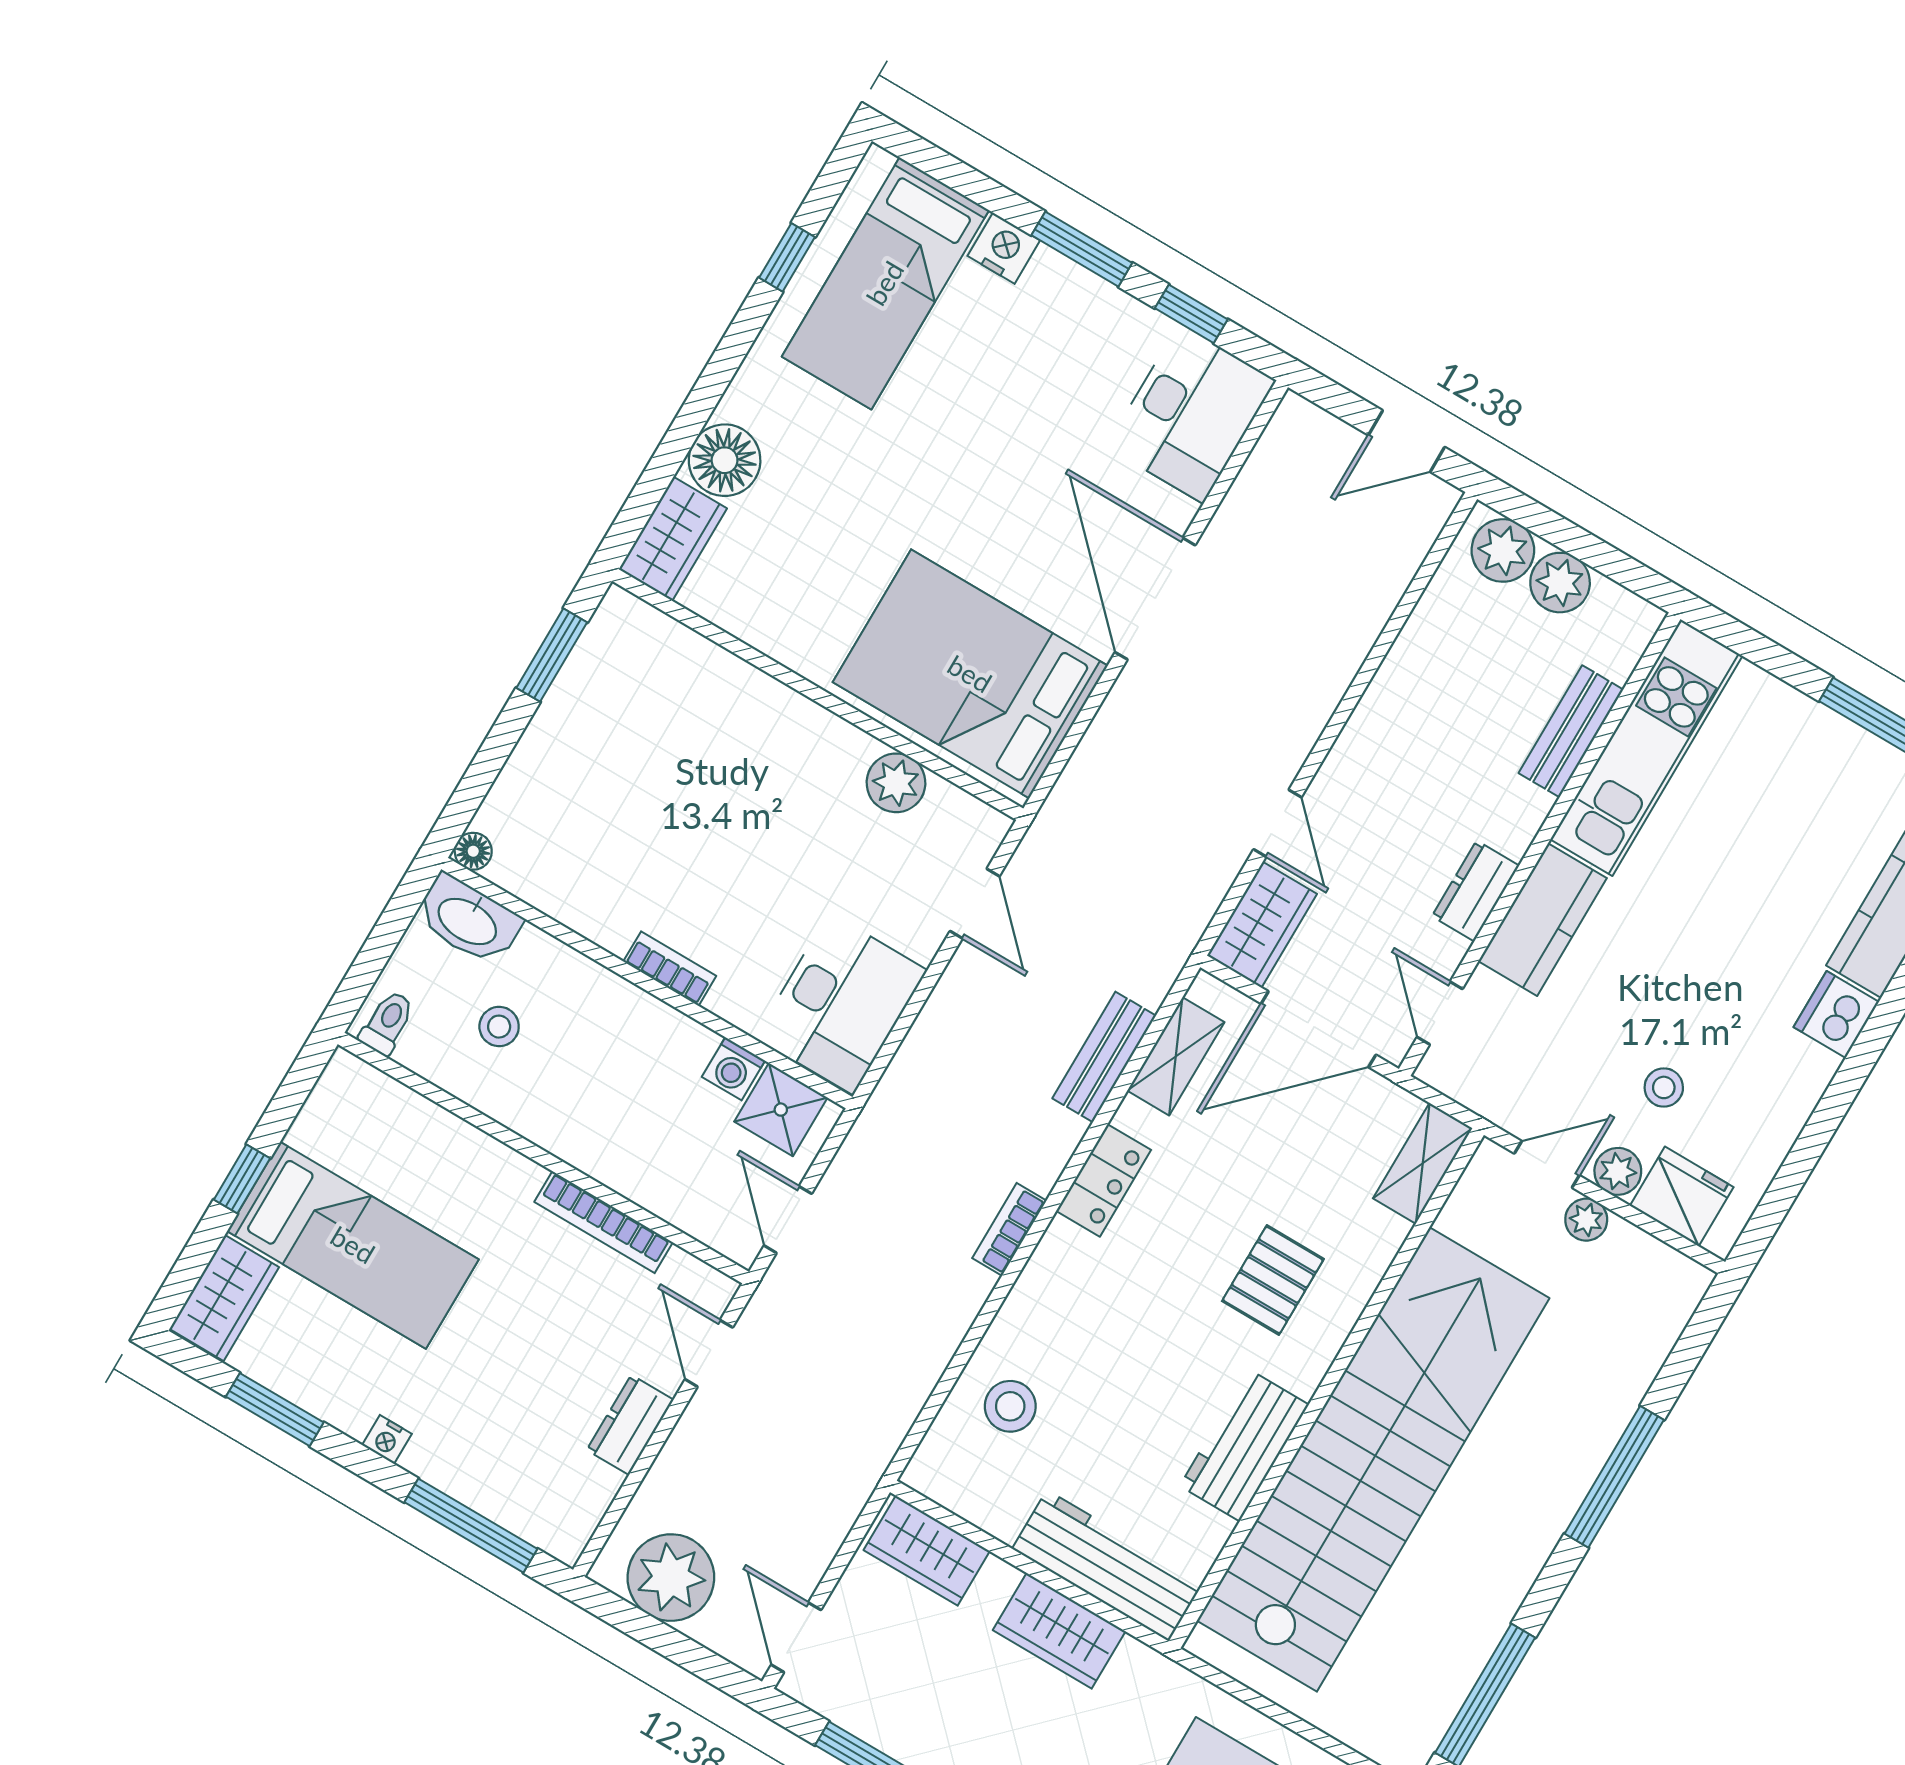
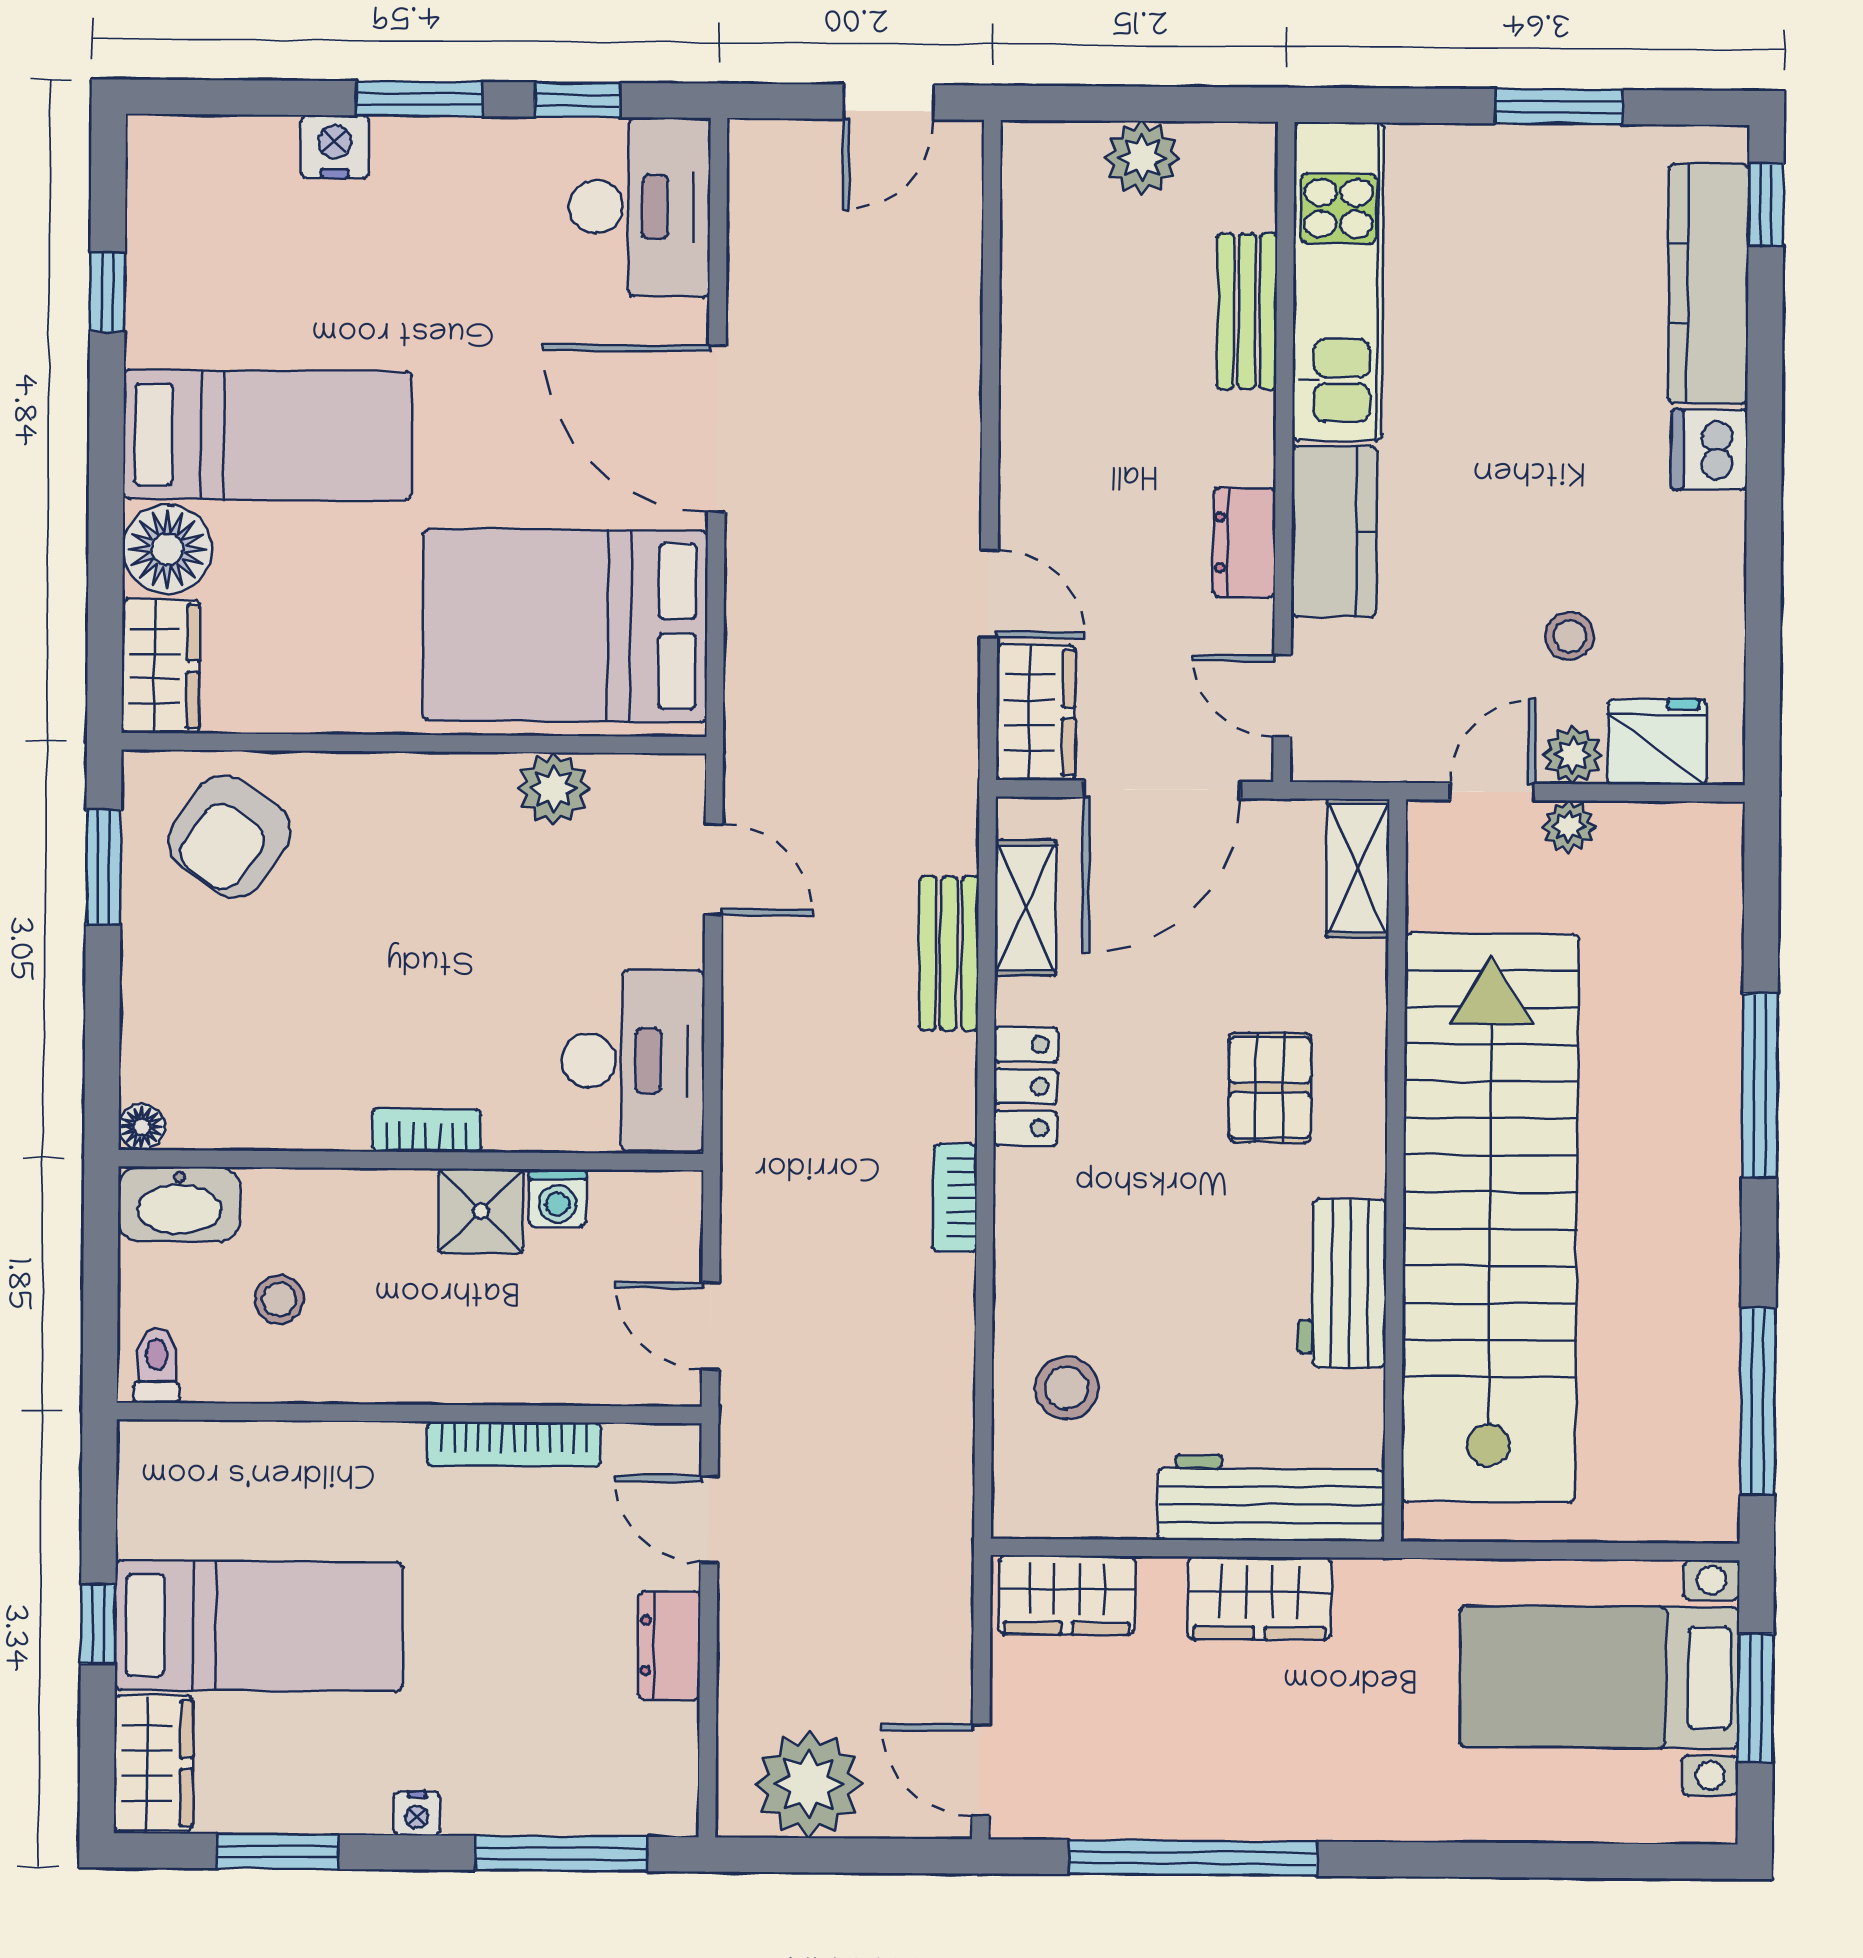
bed: (885, 283) -> (268, 435), moved, turned -90
plant: (1503, 550) -> (1061, 159), removed
armchair: (652, 685) -> (229, 836), added
shower: (781, 1110) -> (481, 1211), moved

